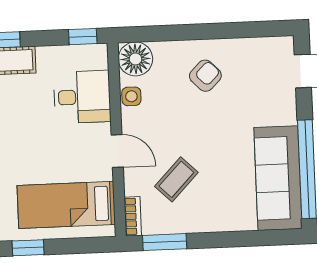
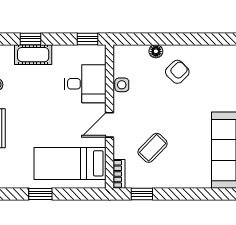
floor lamp: (135, 59) -> (156, 51), moved, width x0.53, depth x0.53
door: (117, 151) -> (110, 125), swing flipped
window: (165, 242) -> (142, 194), width x0.67

